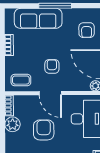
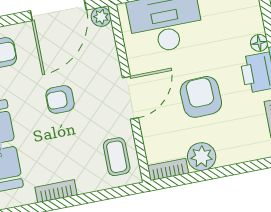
armchair: (52, 66) -> (60, 99), moved
armchair: (44, 130) -> (201, 97), turned 88

